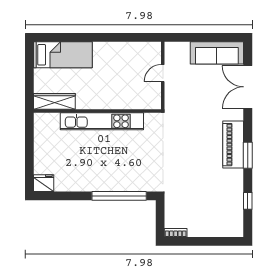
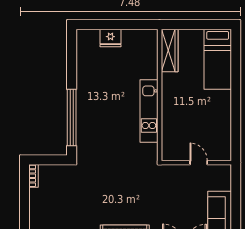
kitchen unit: (102, 121) -> (149, 111), width x0.73
fridge: (44, 183) -> (110, 38), moved, turned 90

